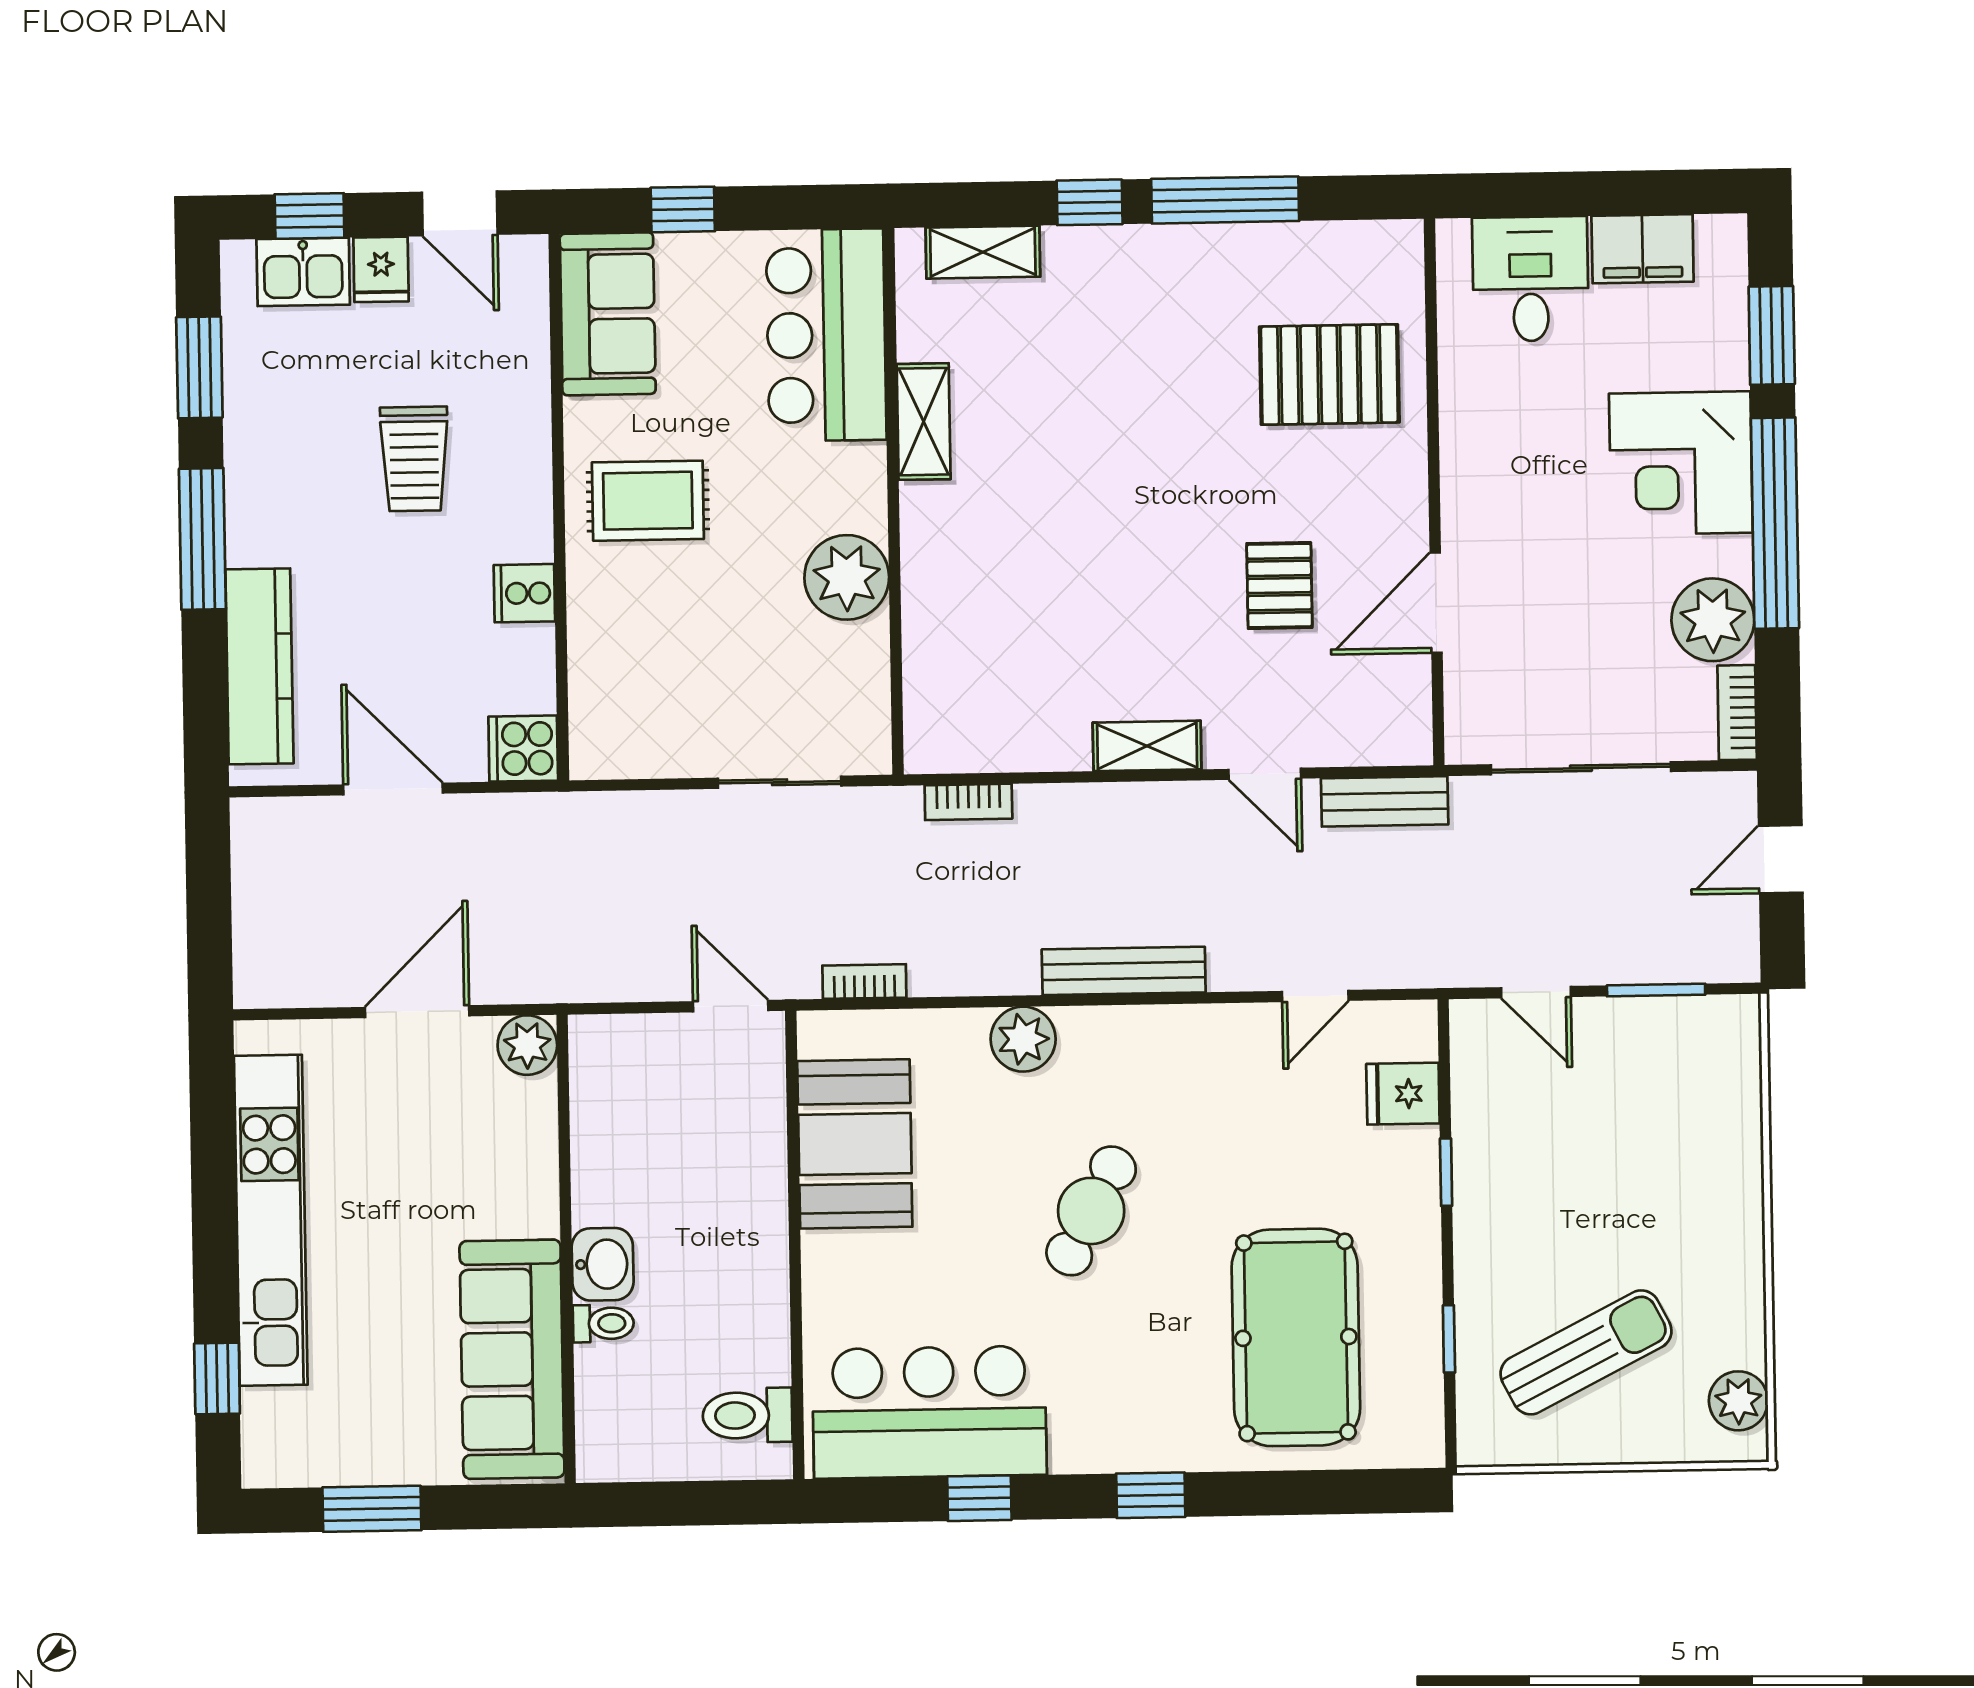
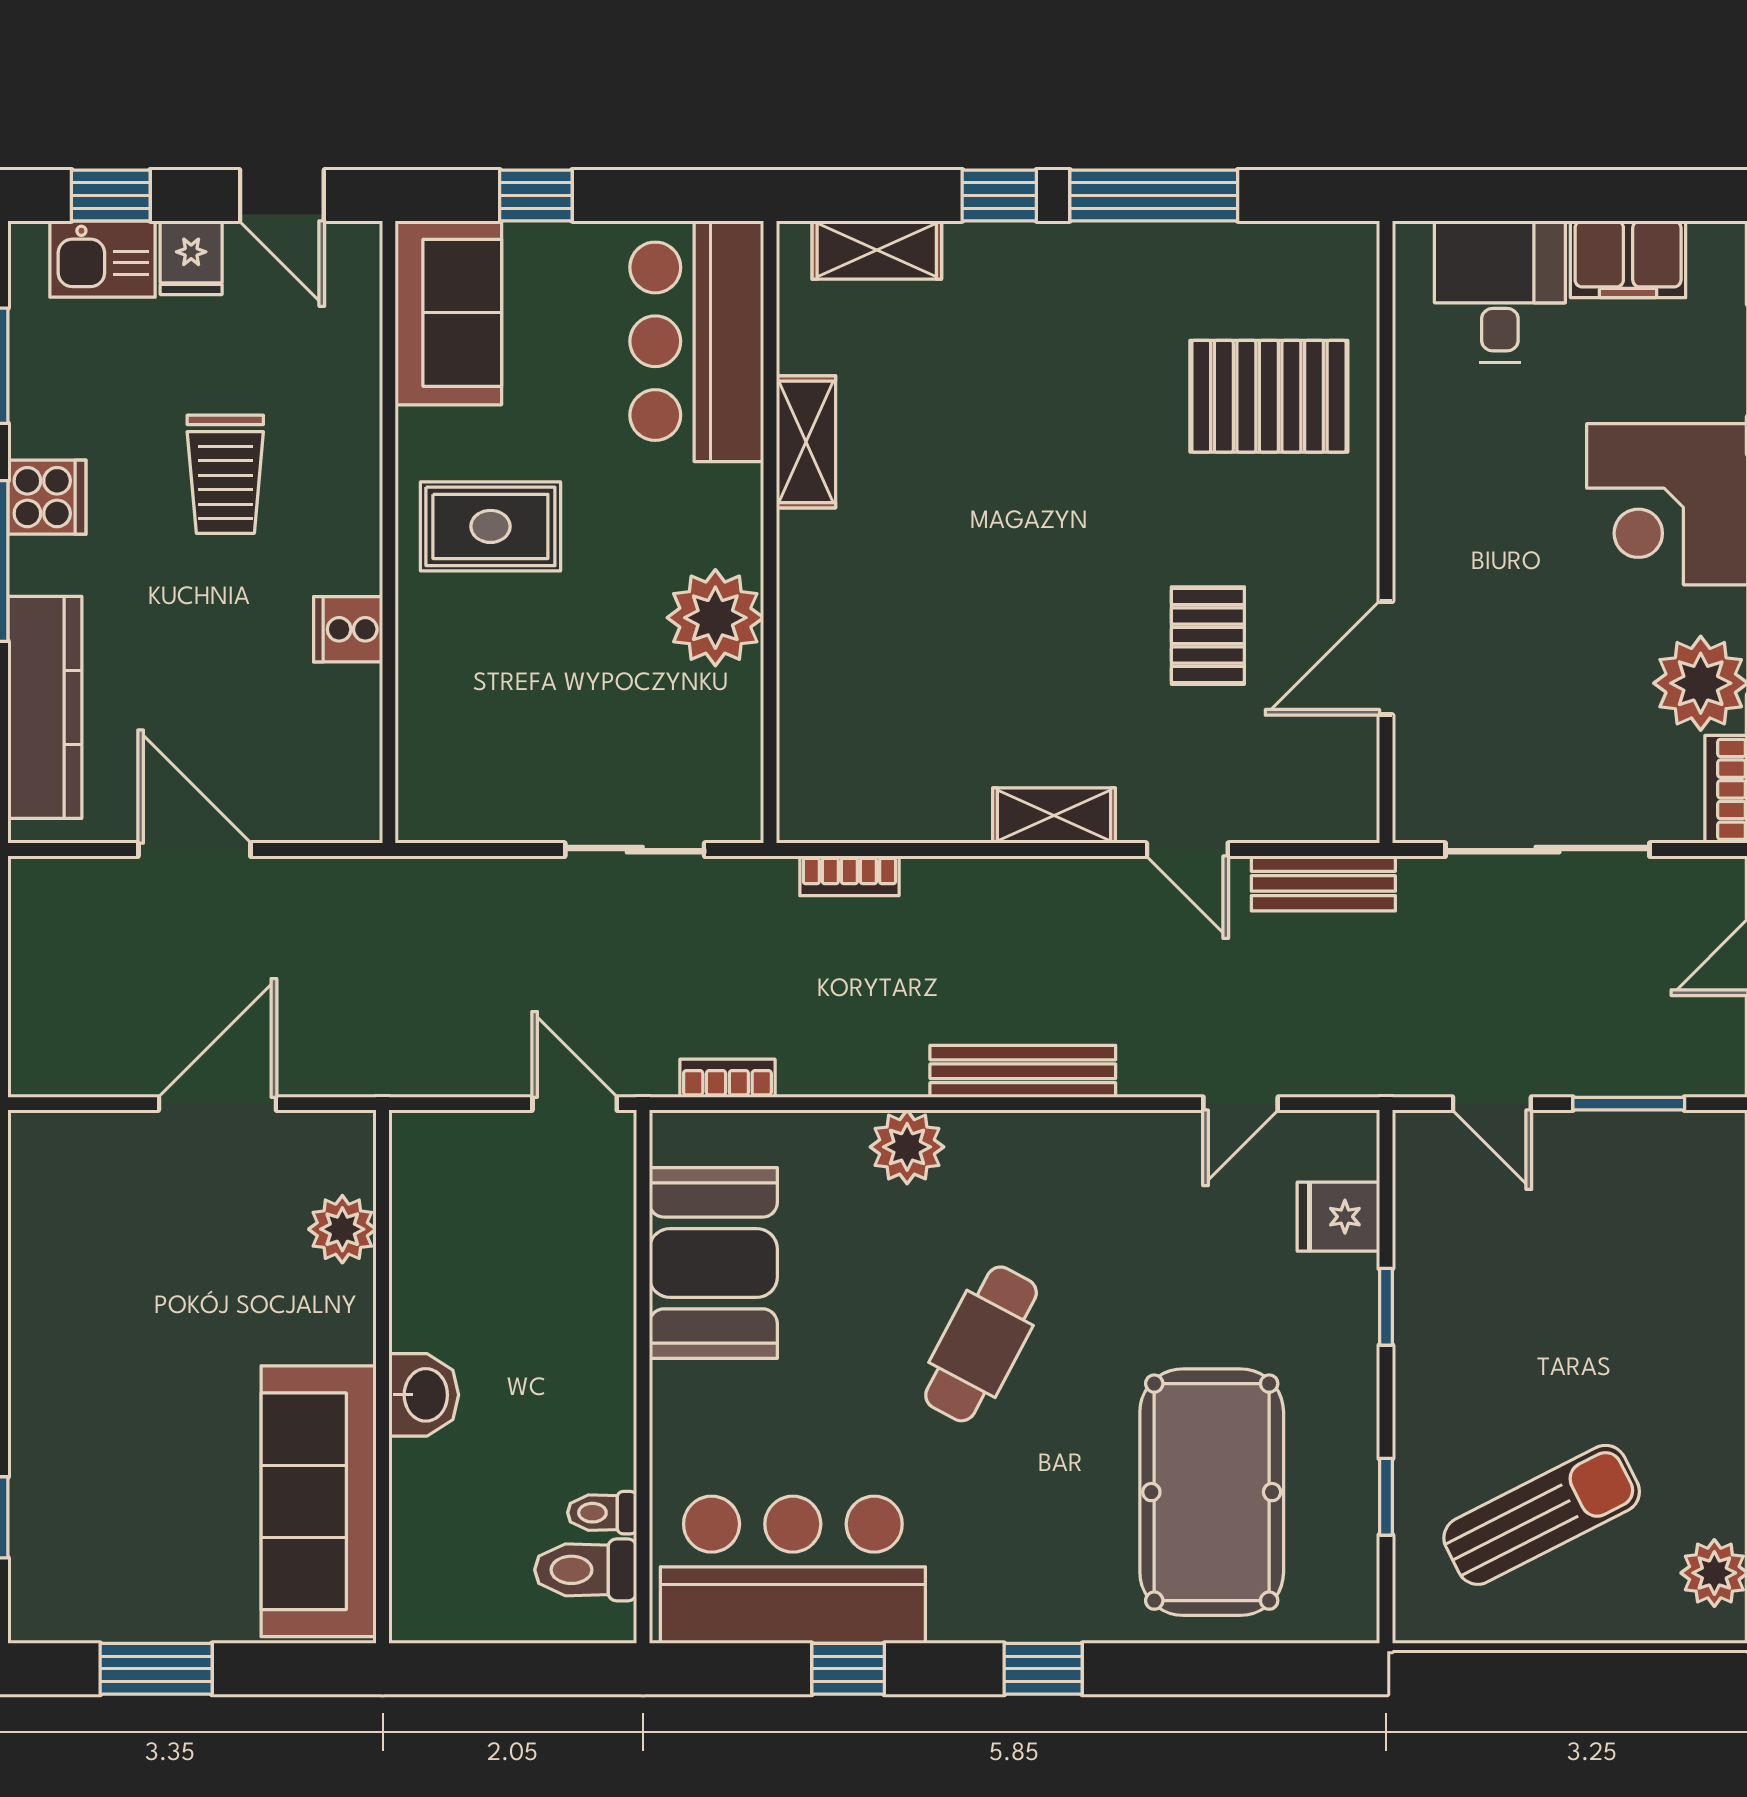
cooker: (523, 749) -> (47, 497), moved, turned 180
plant: (527, 1045) -> (342, 1229), moved
kitchen unit: (271, 1220) -> (47, 1338), removed
toilet: (603, 1323) -> (602, 1513), moved, turned 180

